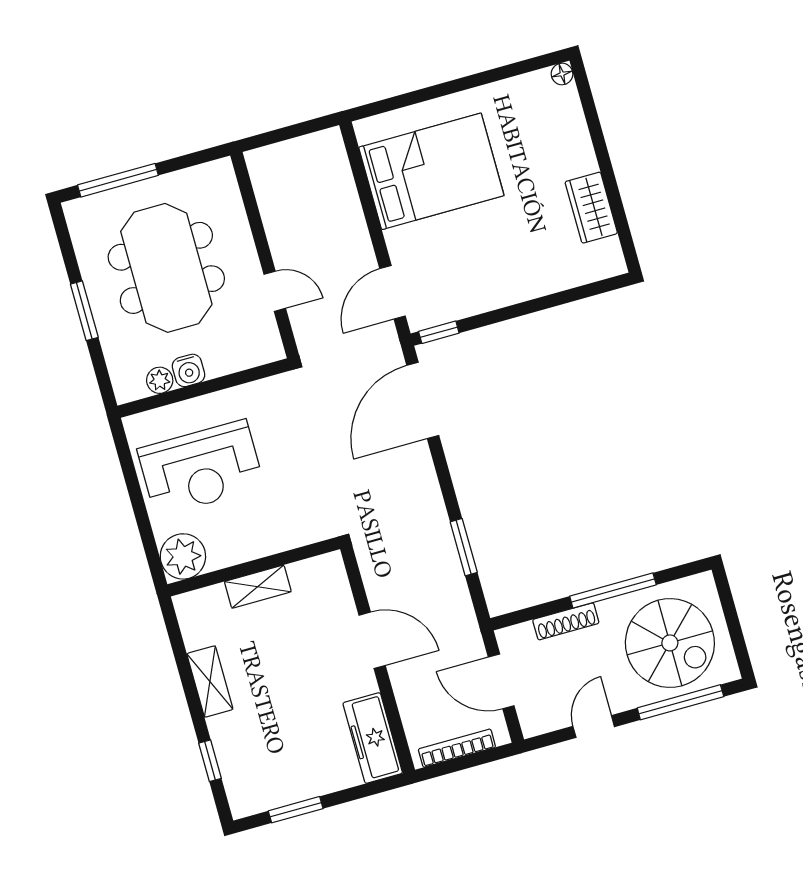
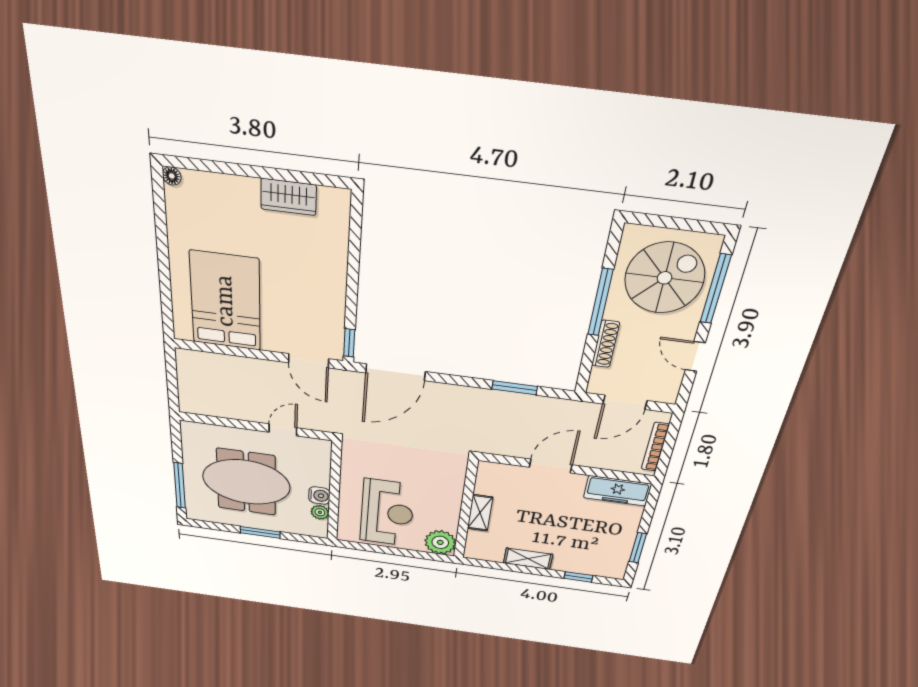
door: (423, 400) -> (395, 372), hinge flipped

